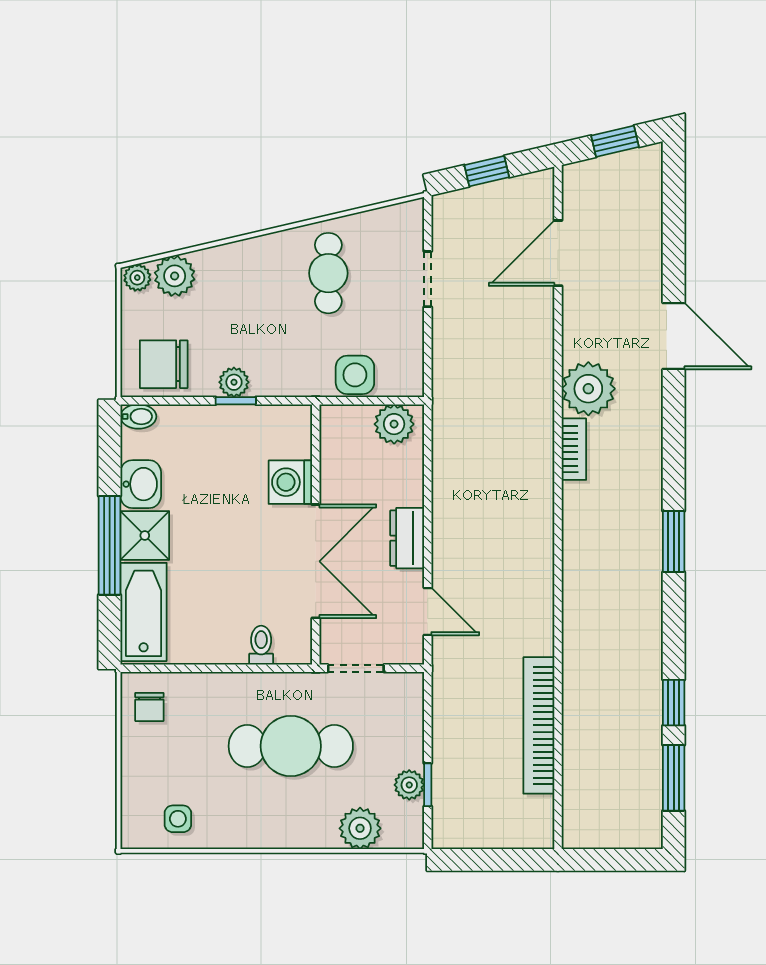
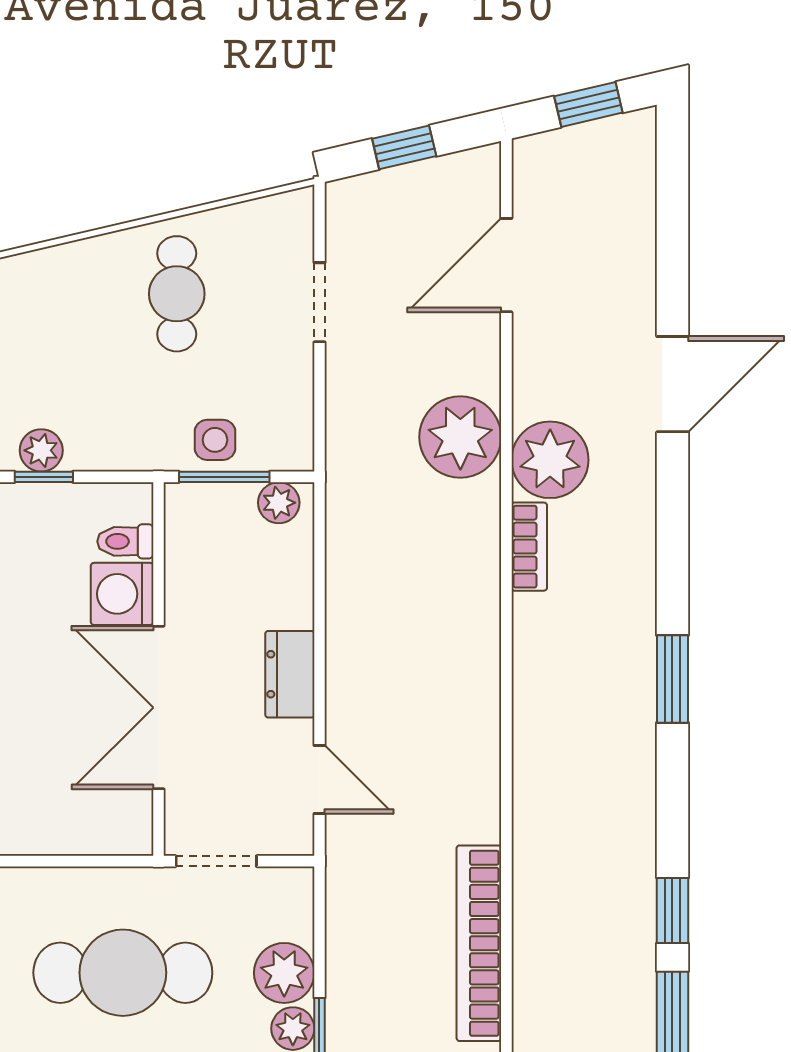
door: (674, 336) -> (672, 384), hinge flipped
plant: (526, 373) -> (460, 437), added
side table: (355, 375) -> (215, 440), width x0.73, depth x0.73
window: (361, 401) -> (224, 477), added
plant: (394, 424) -> (279, 503), width x0.73, depth x0.73
double door: (316, 561) -> (159, 708), swing flipped
toilet: (261, 645) -> (125, 541), moved, turned -90
plant: (403, 746) -> (284, 973), added

